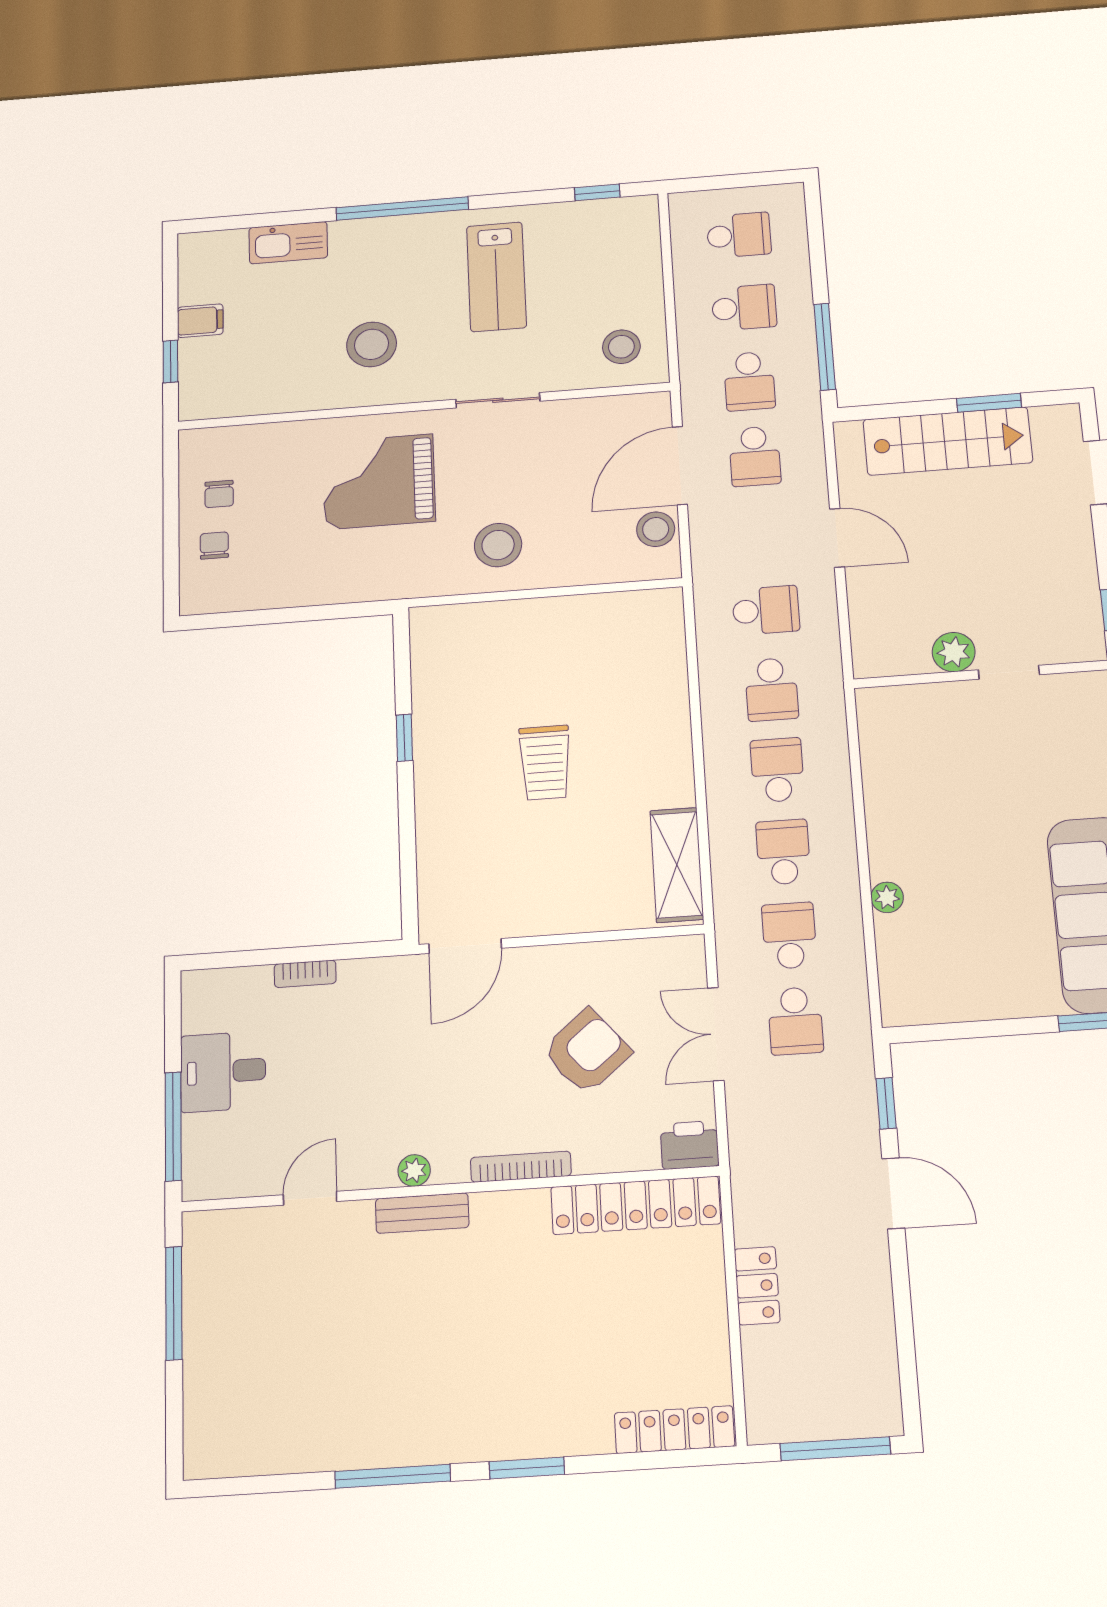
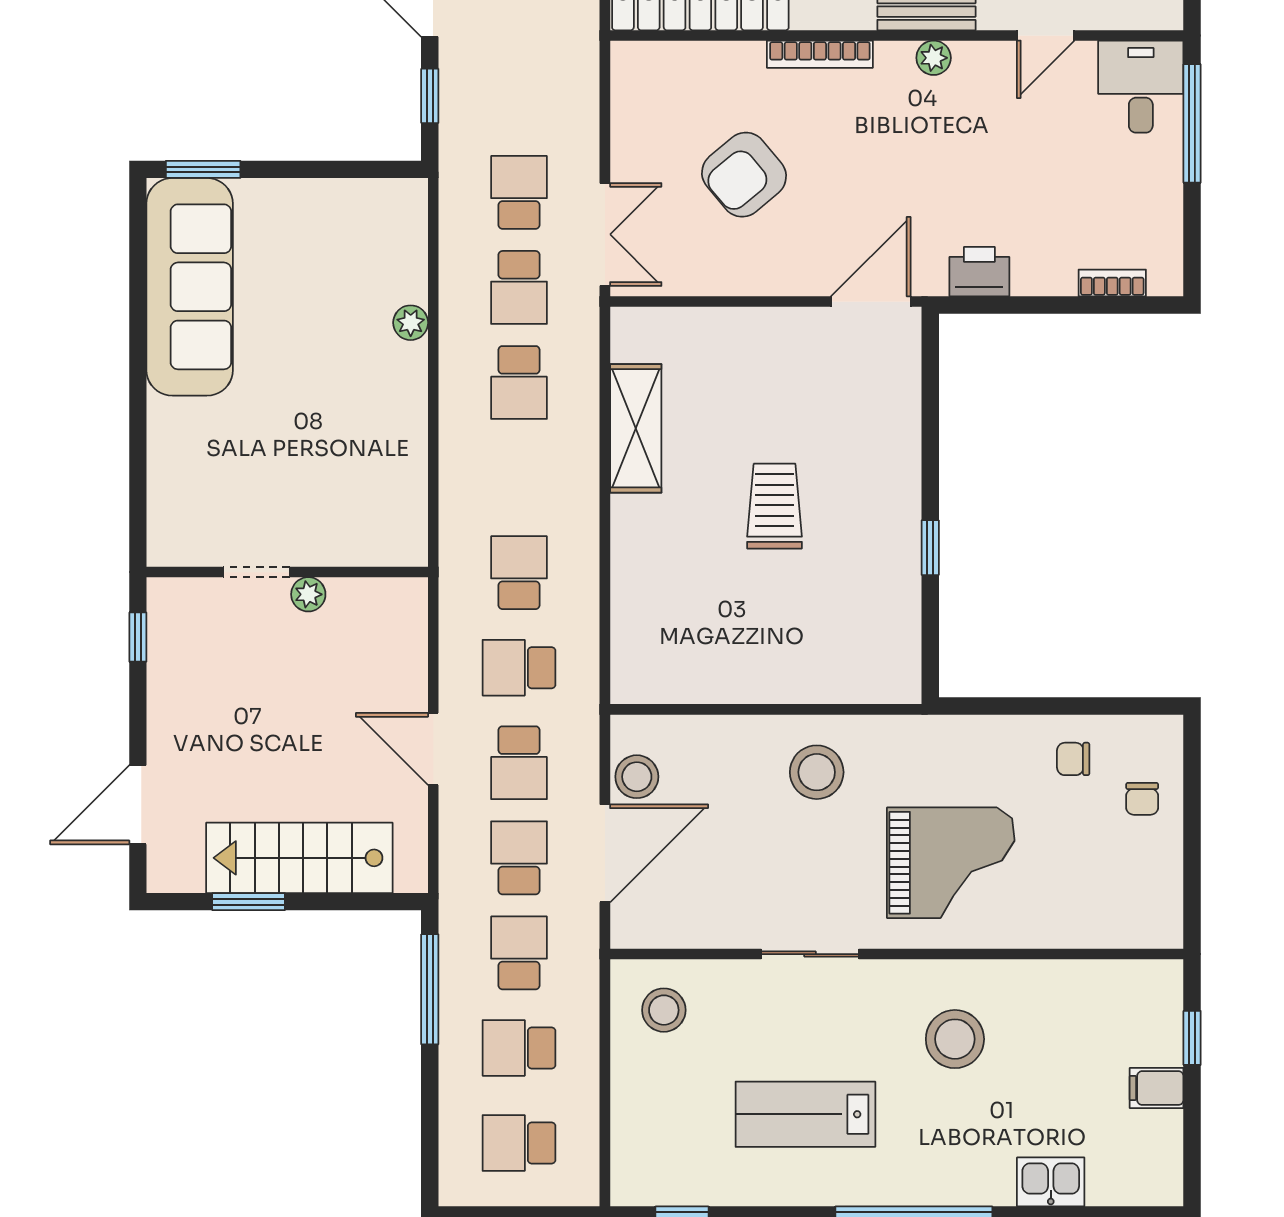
kitchen sink: (288, 243) -> (1051, 1182), width x0.73
lab bench: (496, 277) -> (805, 1114), turned -90
chair: (219, 494) -> (1073, 759), moved, turned -90
plant: (954, 652) -> (308, 594), width x0.73, depth x0.73
school desk: (777, 770) -> (519, 763), moved
shelving: (677, 865) -> (636, 428), moved
bookcase: (305, 974) -> (1112, 283), moved
double door: (716, 1034) -> (605, 234), moved
desk: (223, 1072) -> (1141, 87), moved, turned -90
printer: (690, 1145) -> (979, 272), moved, turned 180

